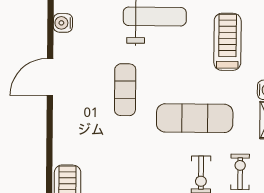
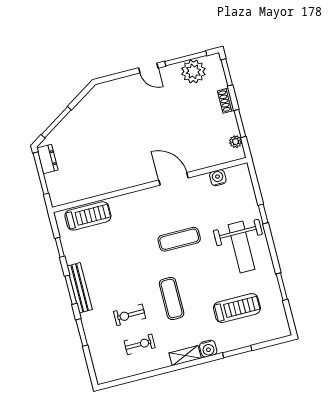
exercise mat: (195, 118) -> (172, 298), width x0.73, depth x0.69

